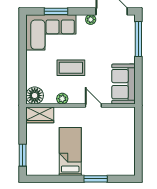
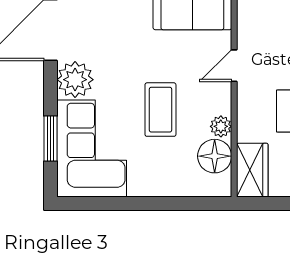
plant: (91, 20) -> (75, 80), width x1.88, depth x1.88
floor lamp: (35, 96) -> (215, 156), moved

